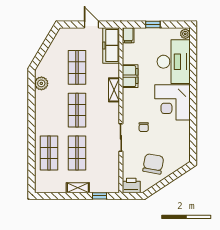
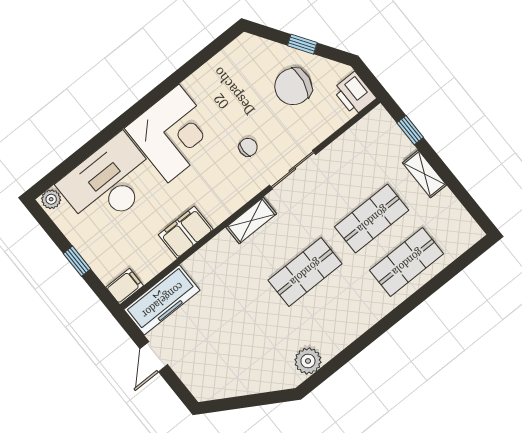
shop shelf: (77, 67) -> (238, 326), removed
shelving: (114, 90) -> (251, 221), moved
window: (167, 181) -> (302, 44), added

